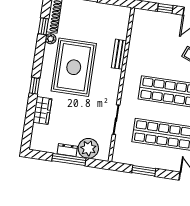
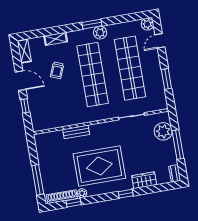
dresser: (67, 150) -> (175, 173), moved

